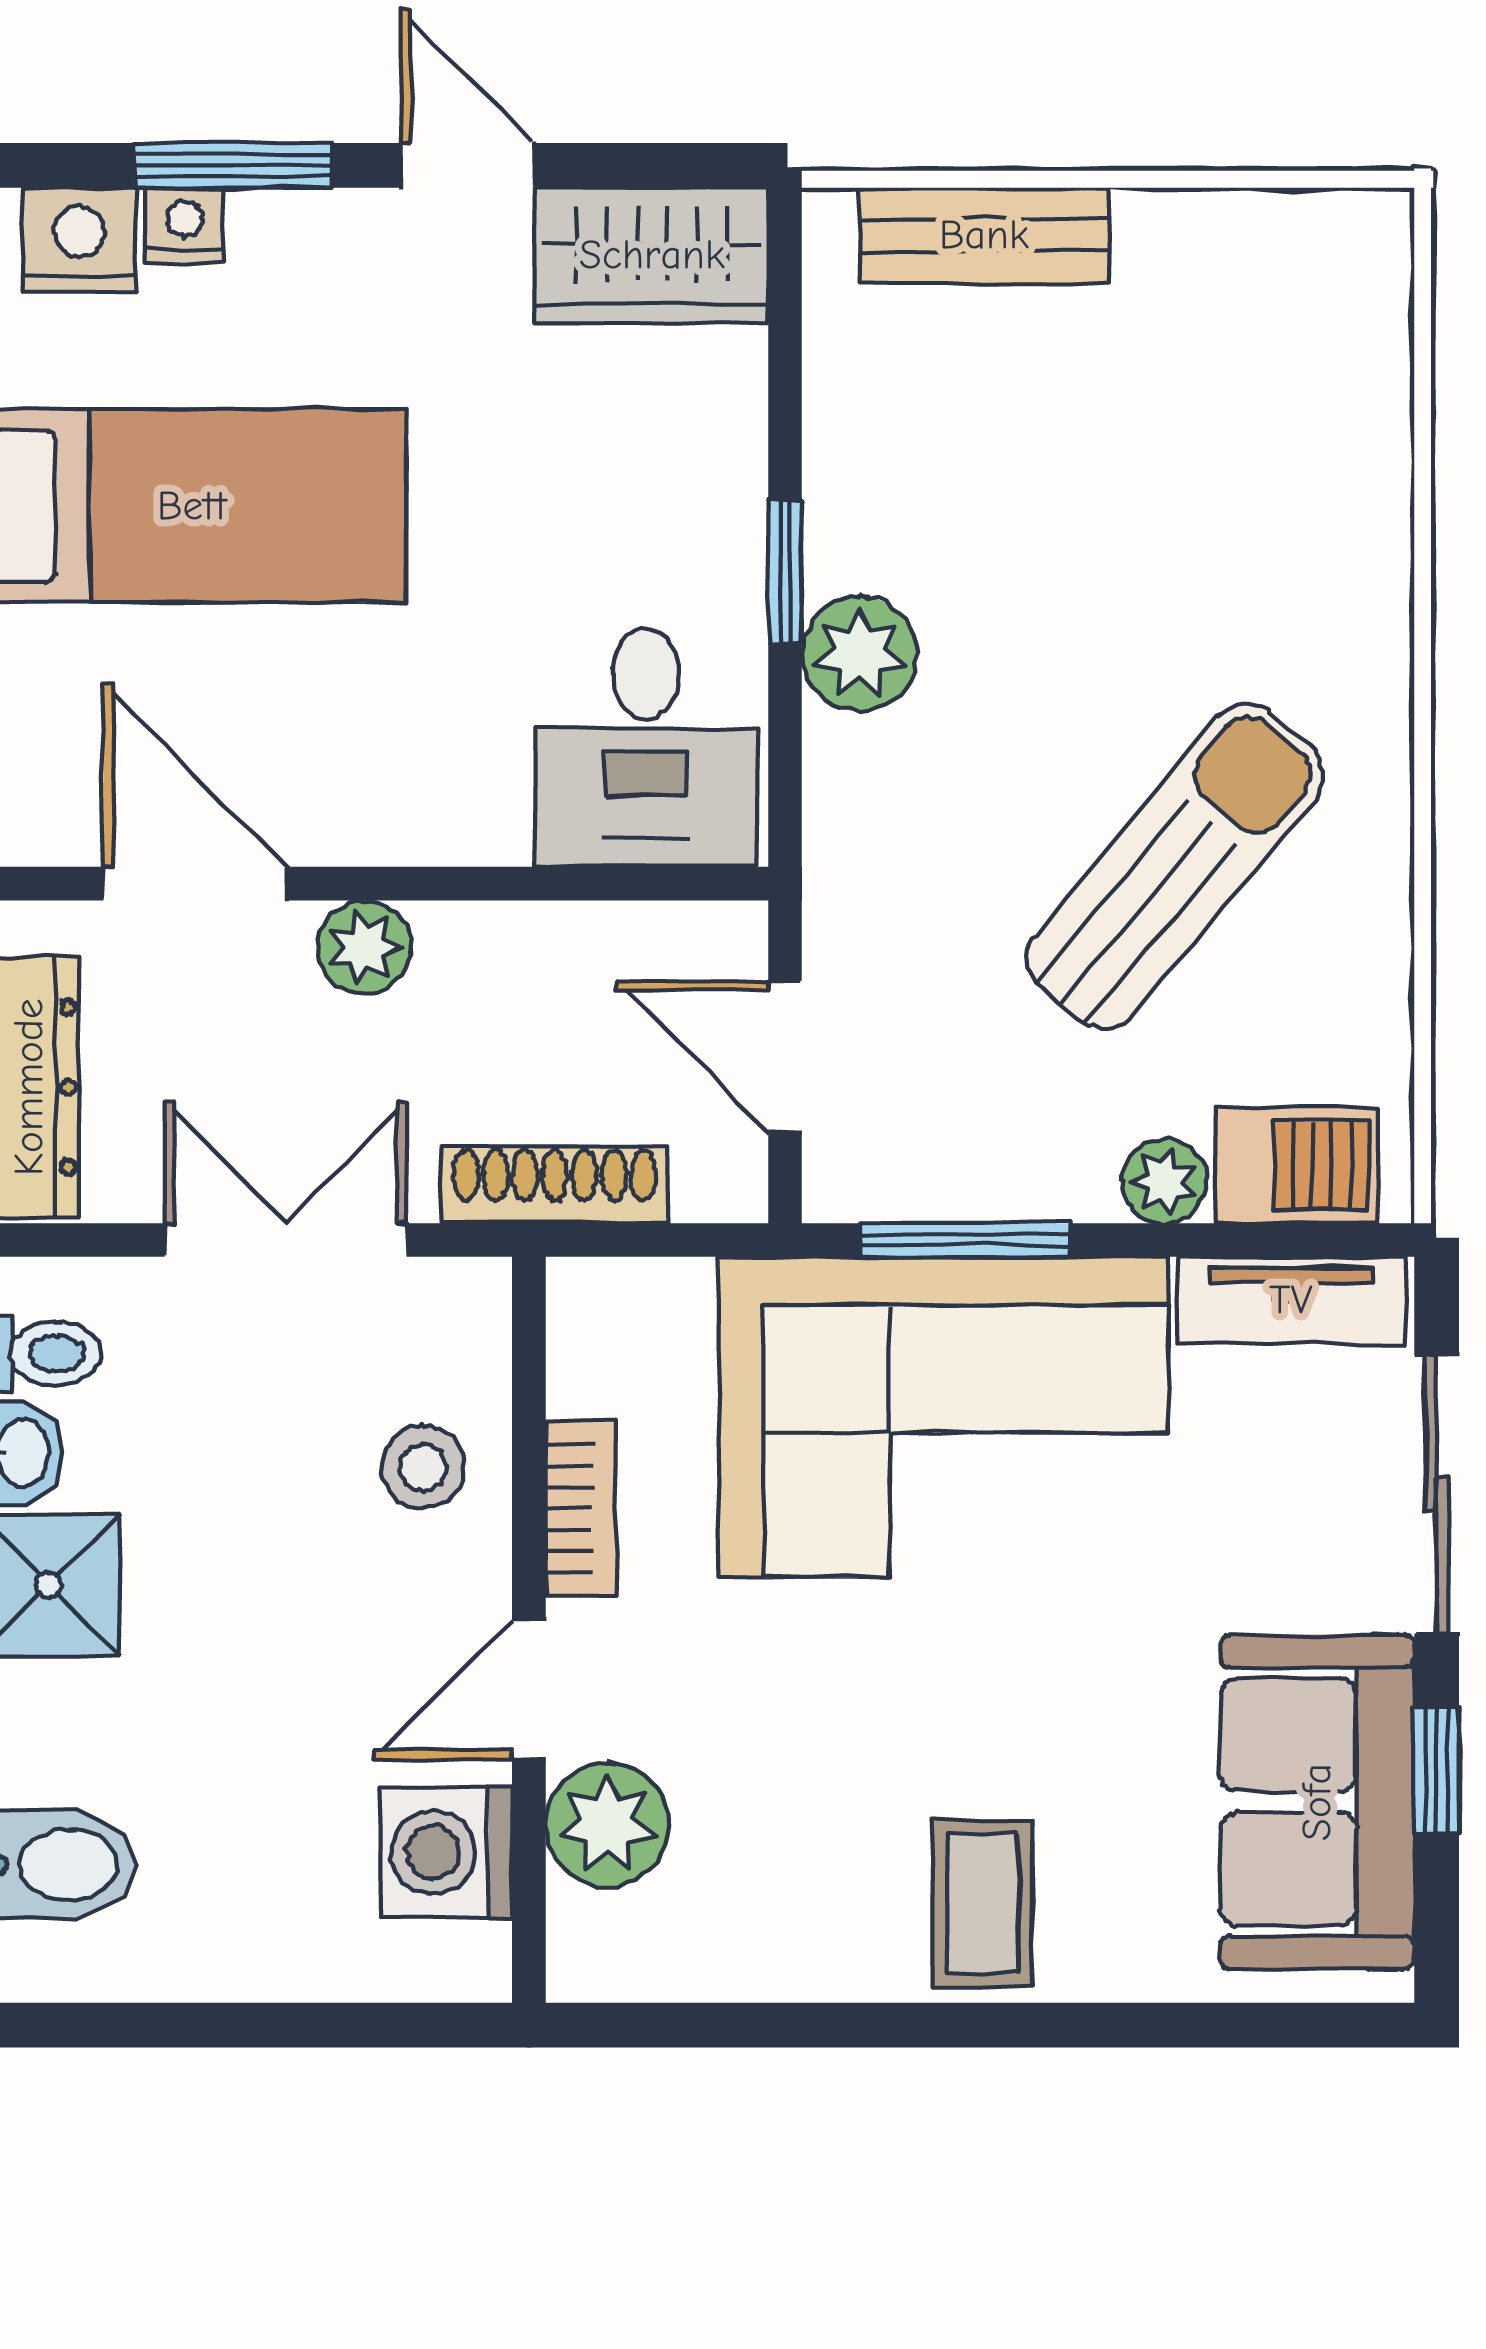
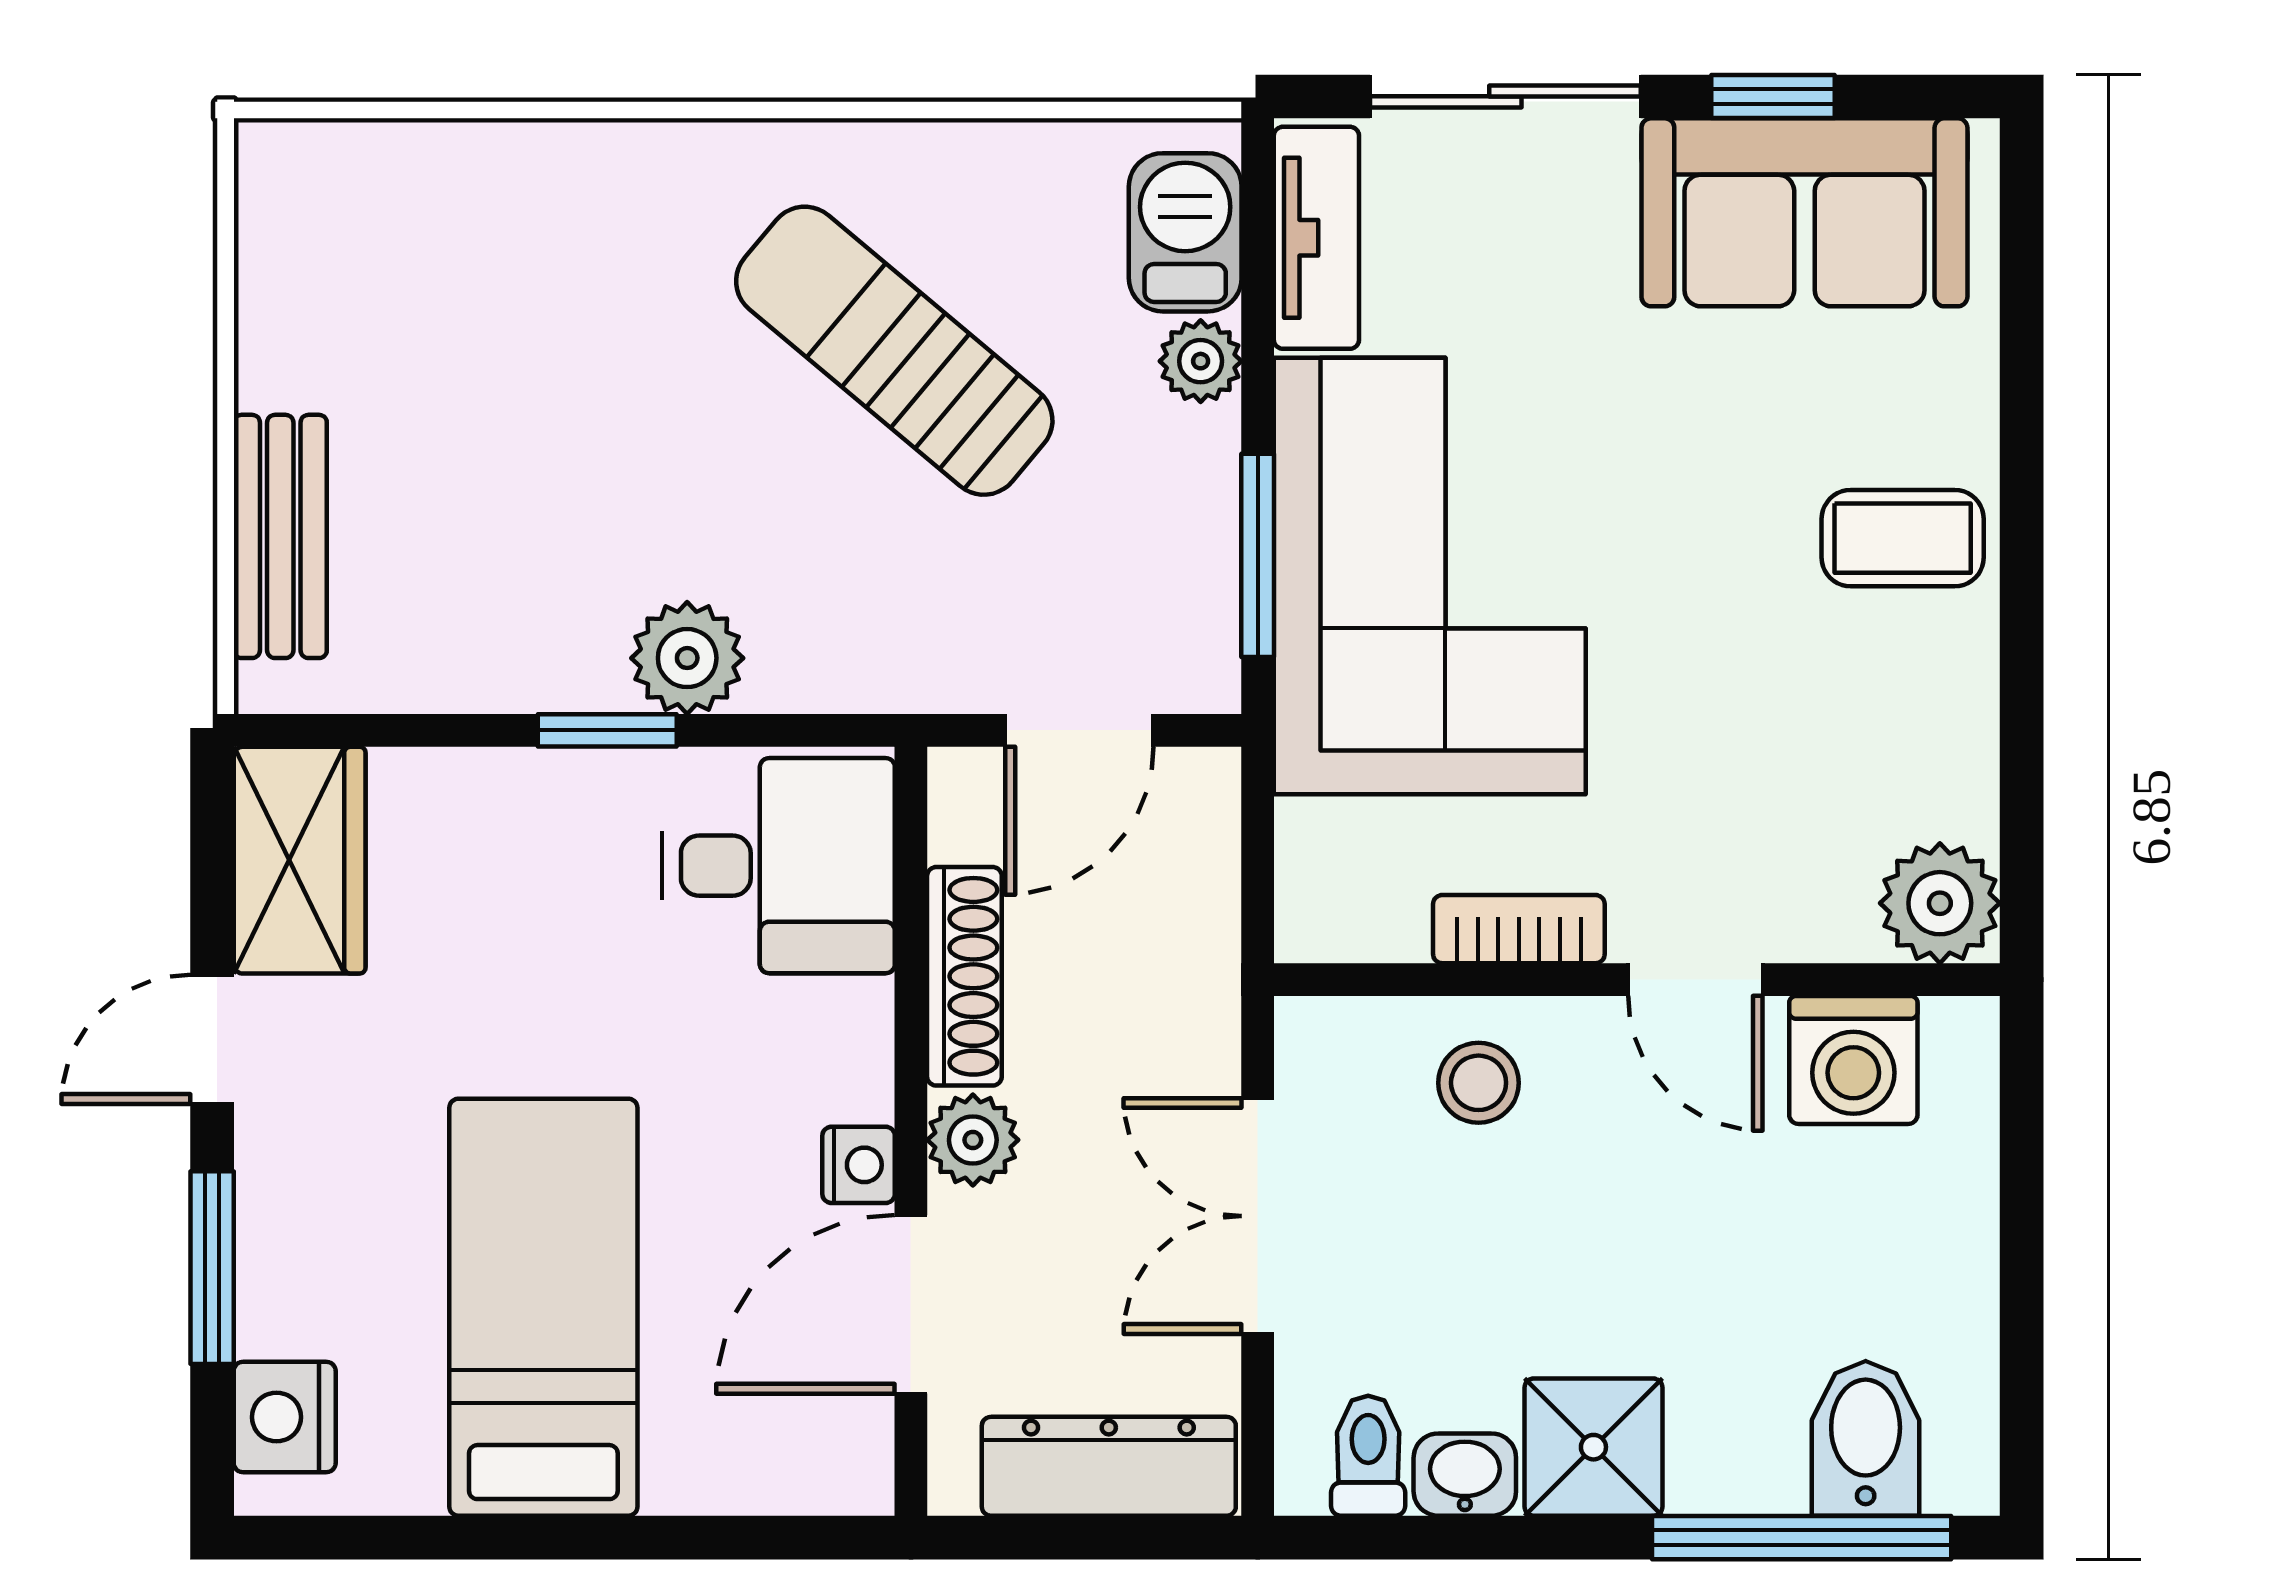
nightstand: (184, 225) -> (859, 1165), moved, turned 180
shoe rack: (555, 1185) -> (964, 976), moved, turned 180
plant: (607, 1825) -> (1940, 903), moved

